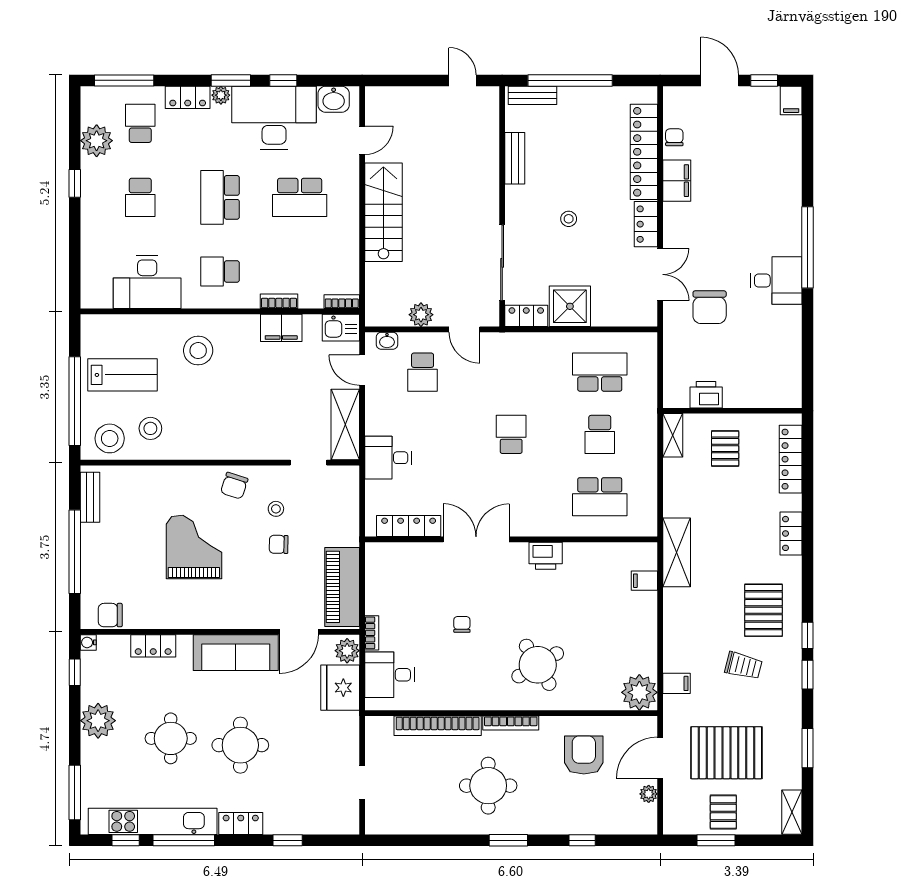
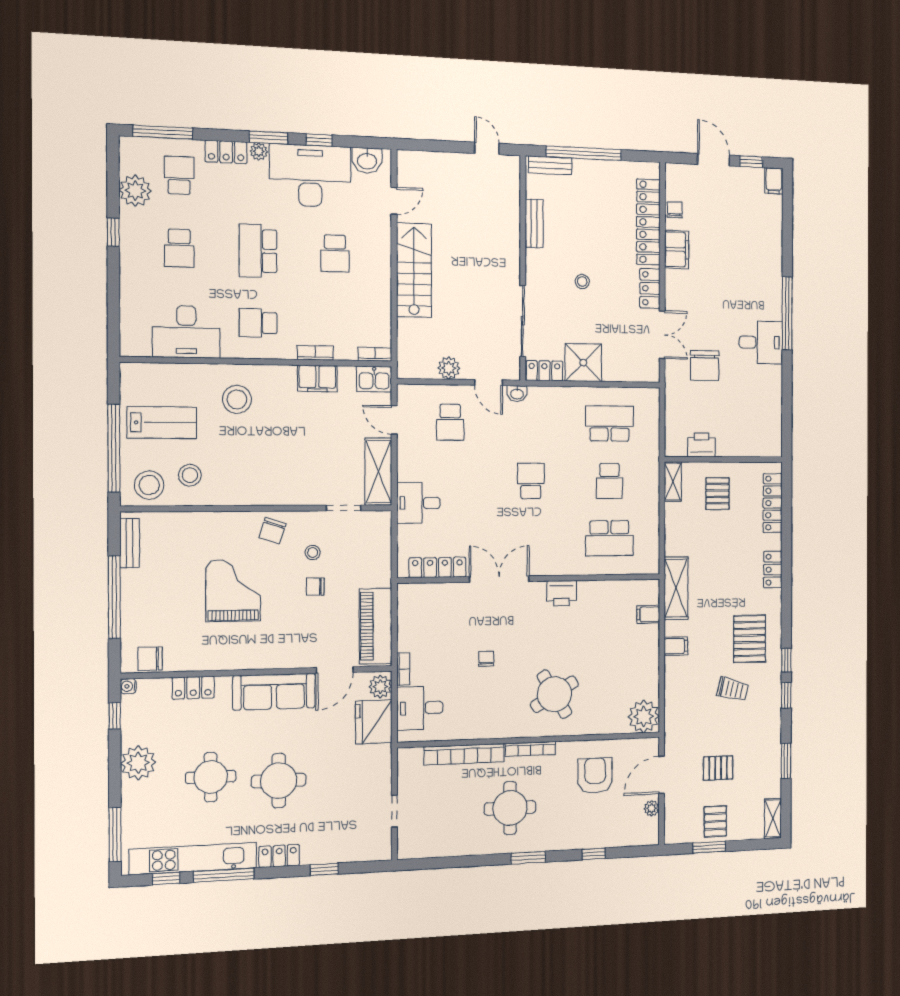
school desk: (300, 197) -> (335, 253), width x0.54
washbasin: (387, 341) -> (517, 394), moved
filing cabinet: (677, 683) -> (676, 646), moved
pallet: (726, 753) -> (718, 768), width x0.49, depth x0.50

